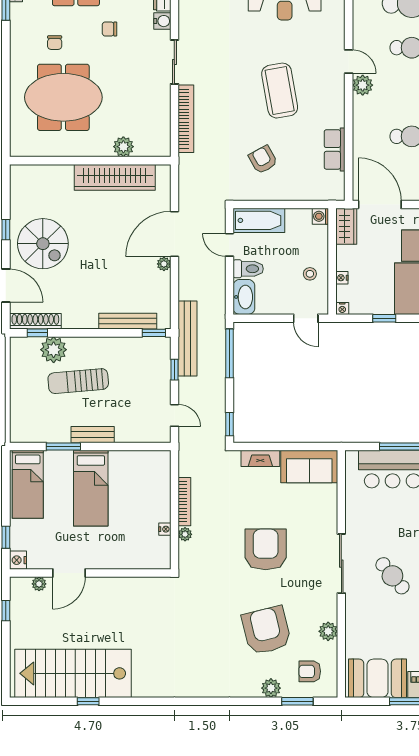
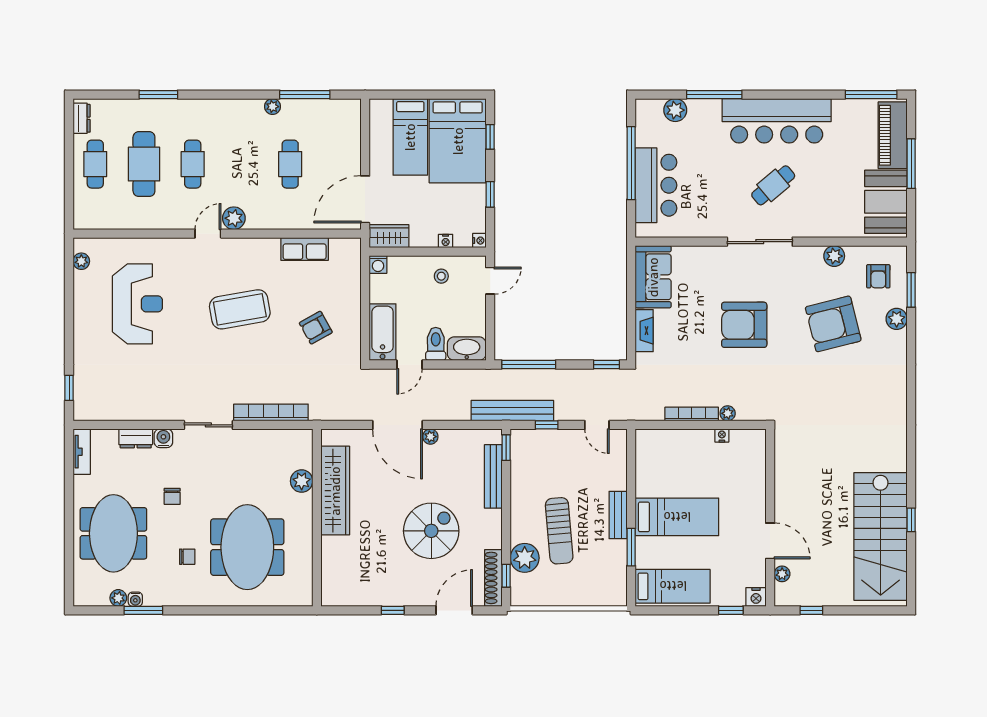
spiral stairs: (43, 244) -> (431, 531), moved
door: (174, 415) -> (597, 425), swing flipped

